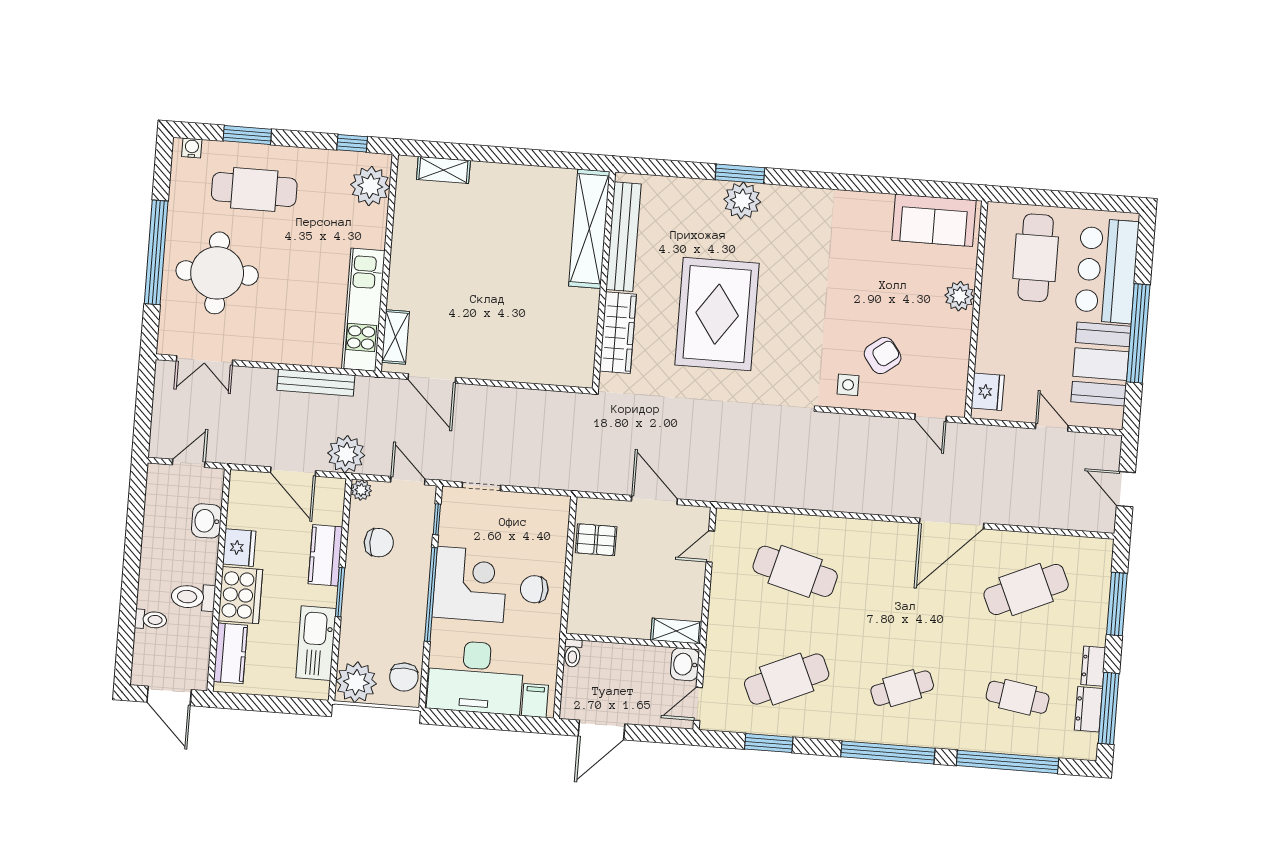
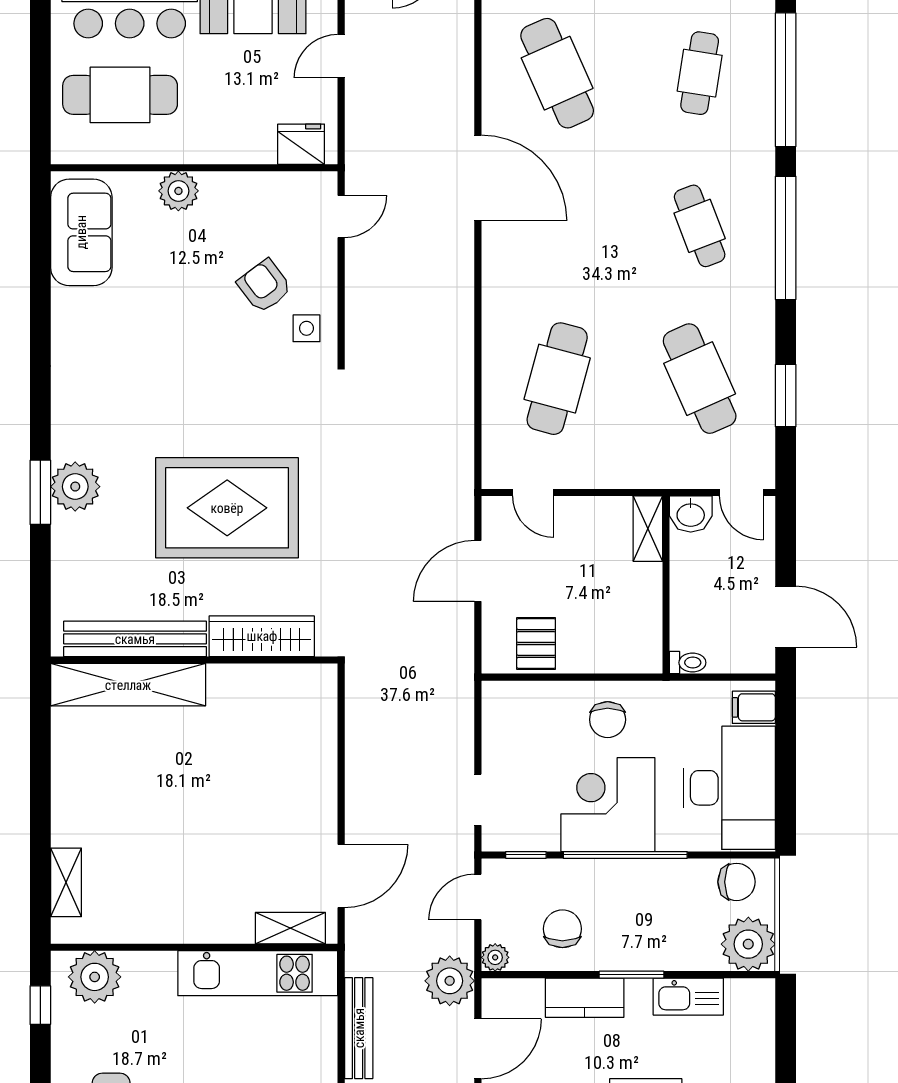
kitchen sink: (316, 643) -> (688, 997), width x0.73, depth x0.81

